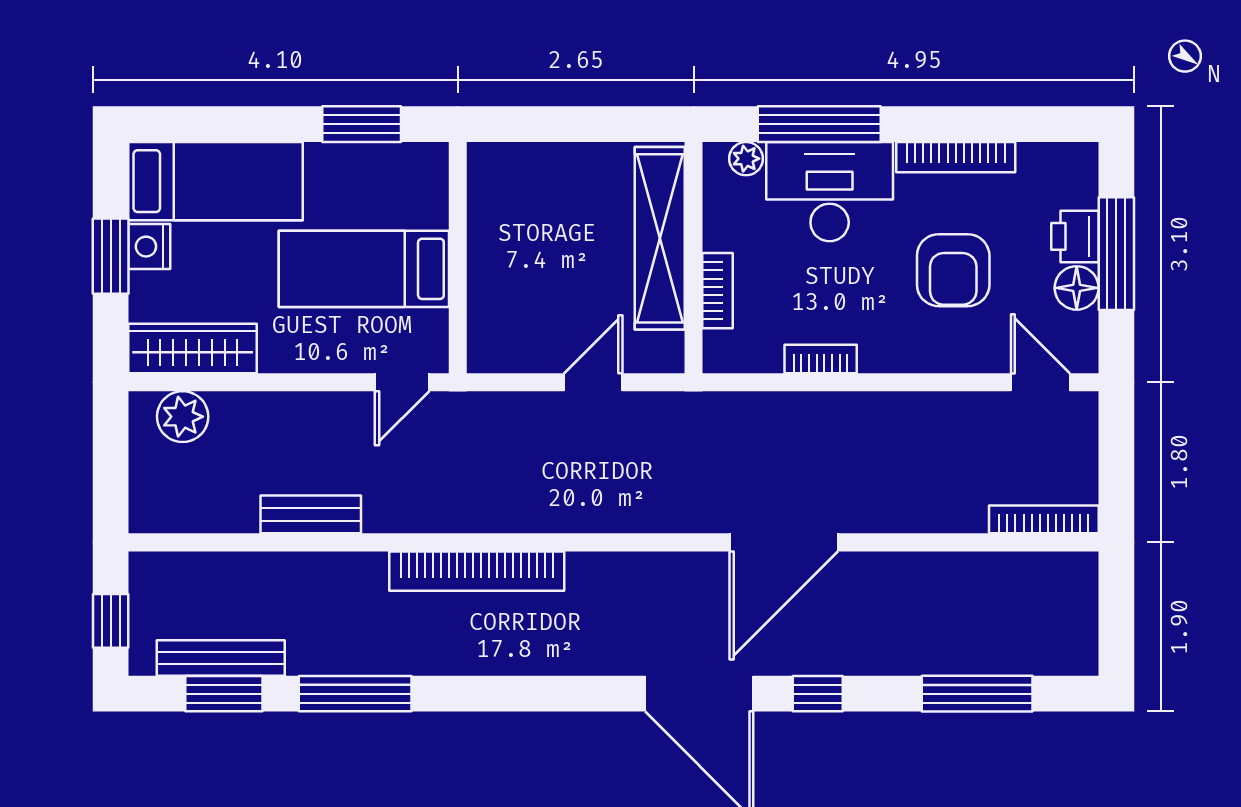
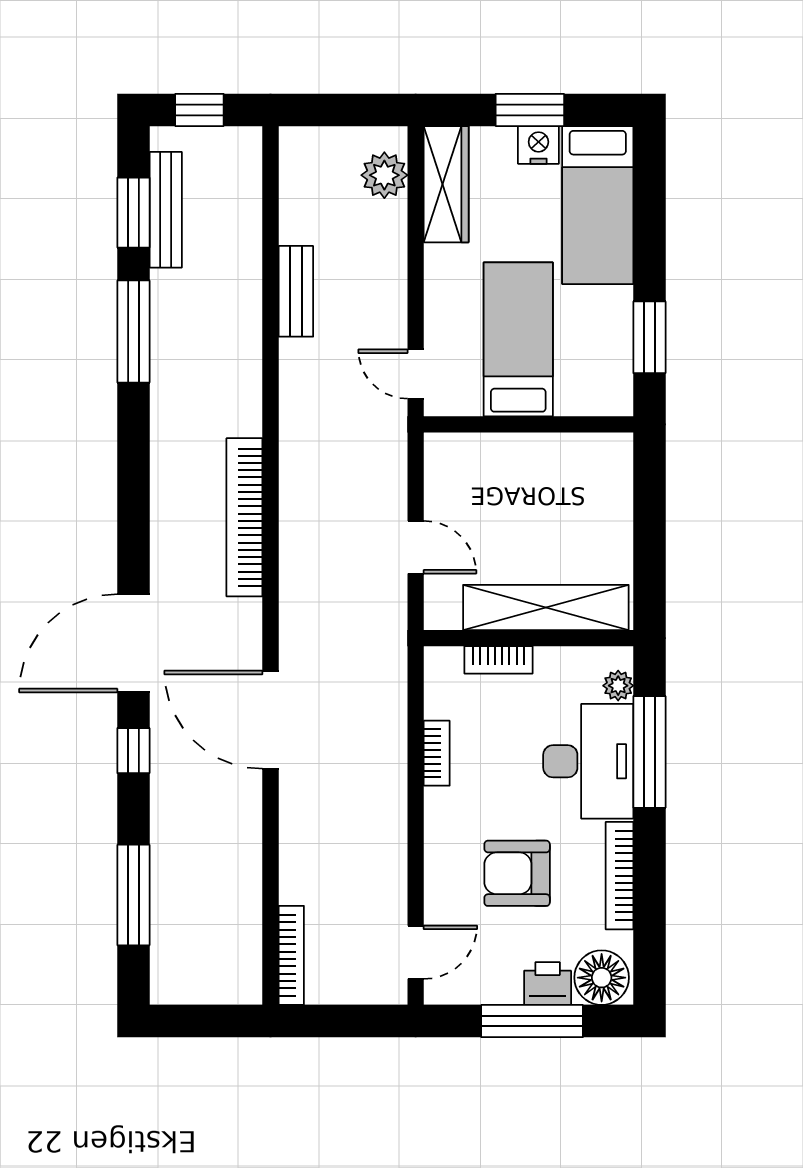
floor lamp: (1077, 288) -> (602, 978), moved, width x1.38, depth x1.38
bookcase: (477, 571) -> (244, 517), moved

